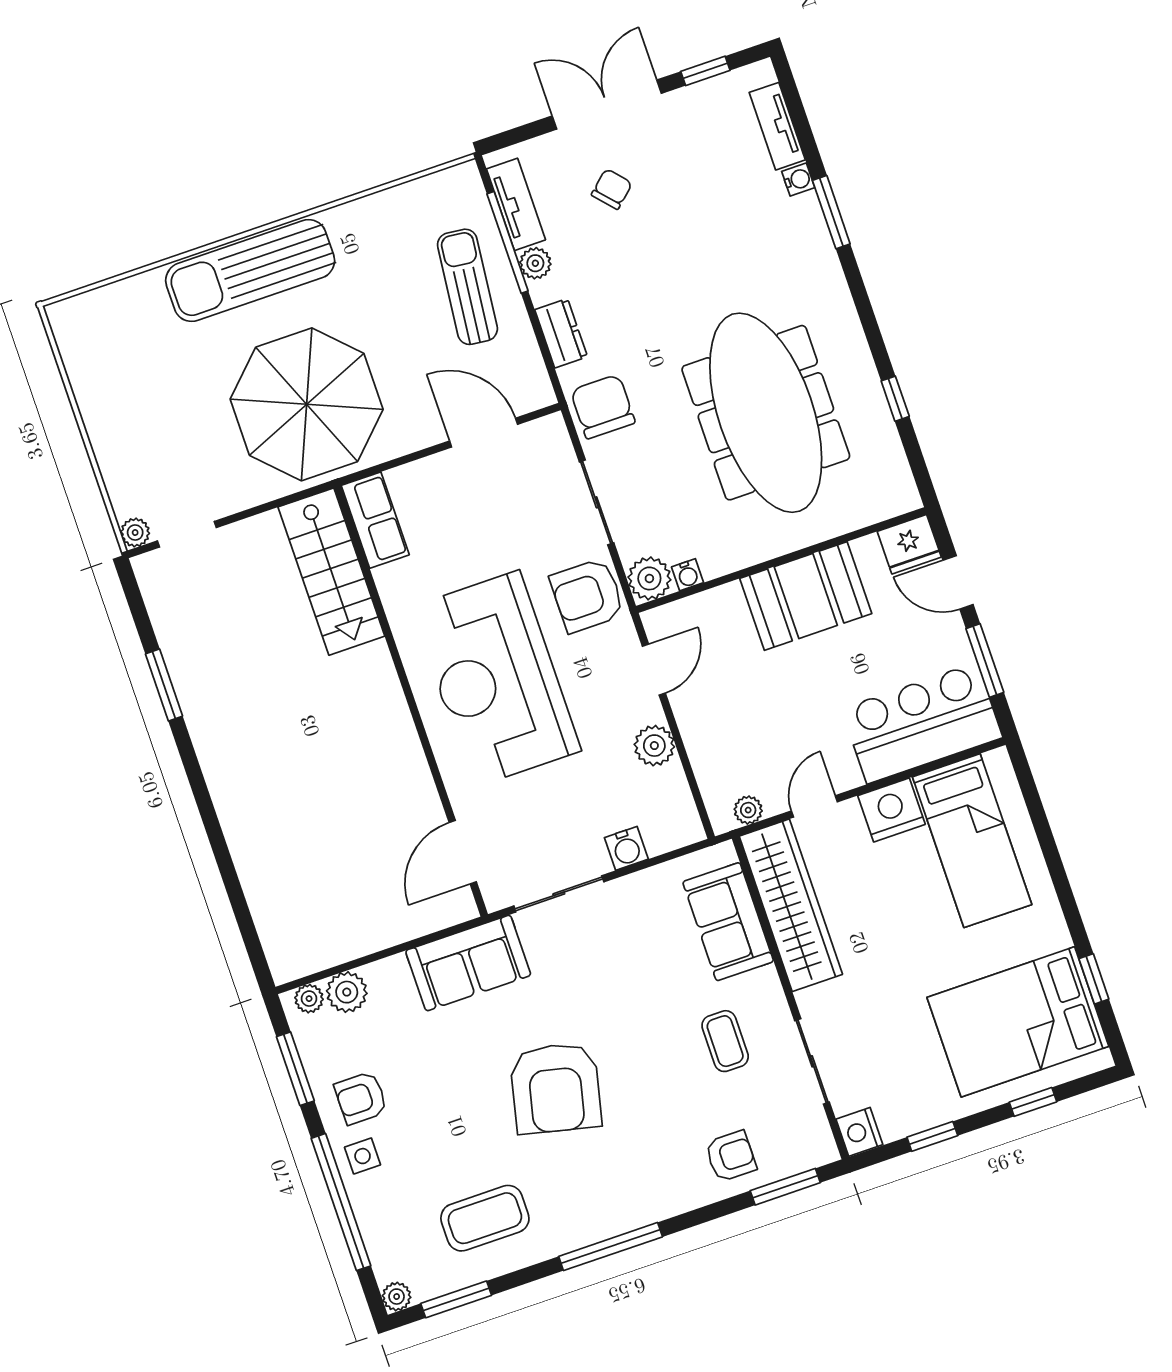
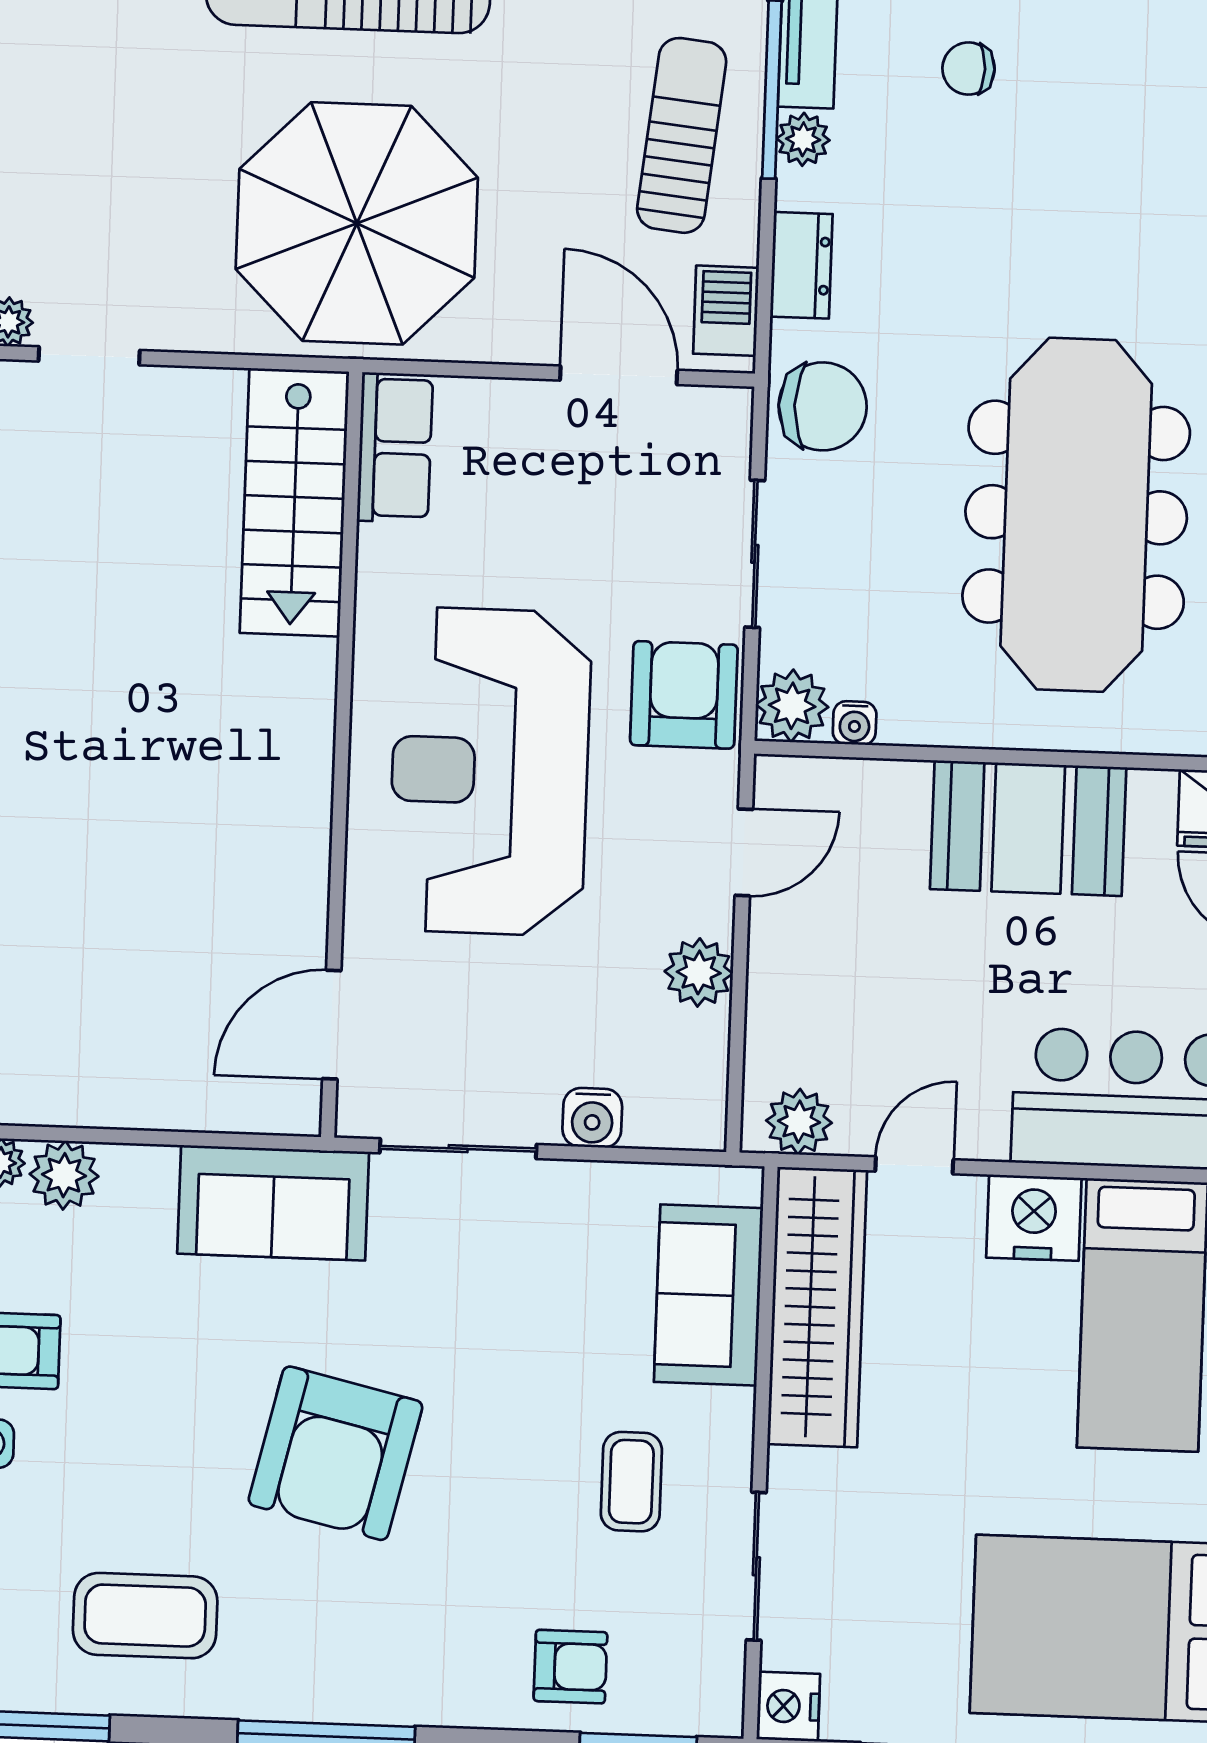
chair: (612, 189) -> (969, 69), turned -138
barbecue: (529, 374) -> (726, 311), added
chair: (603, 407) -> (823, 406), turned 90
armchair: (587, 595) -> (684, 695), turned 90
plant: (748, 810) -> (799, 1122), width x1.38, depth x1.38

